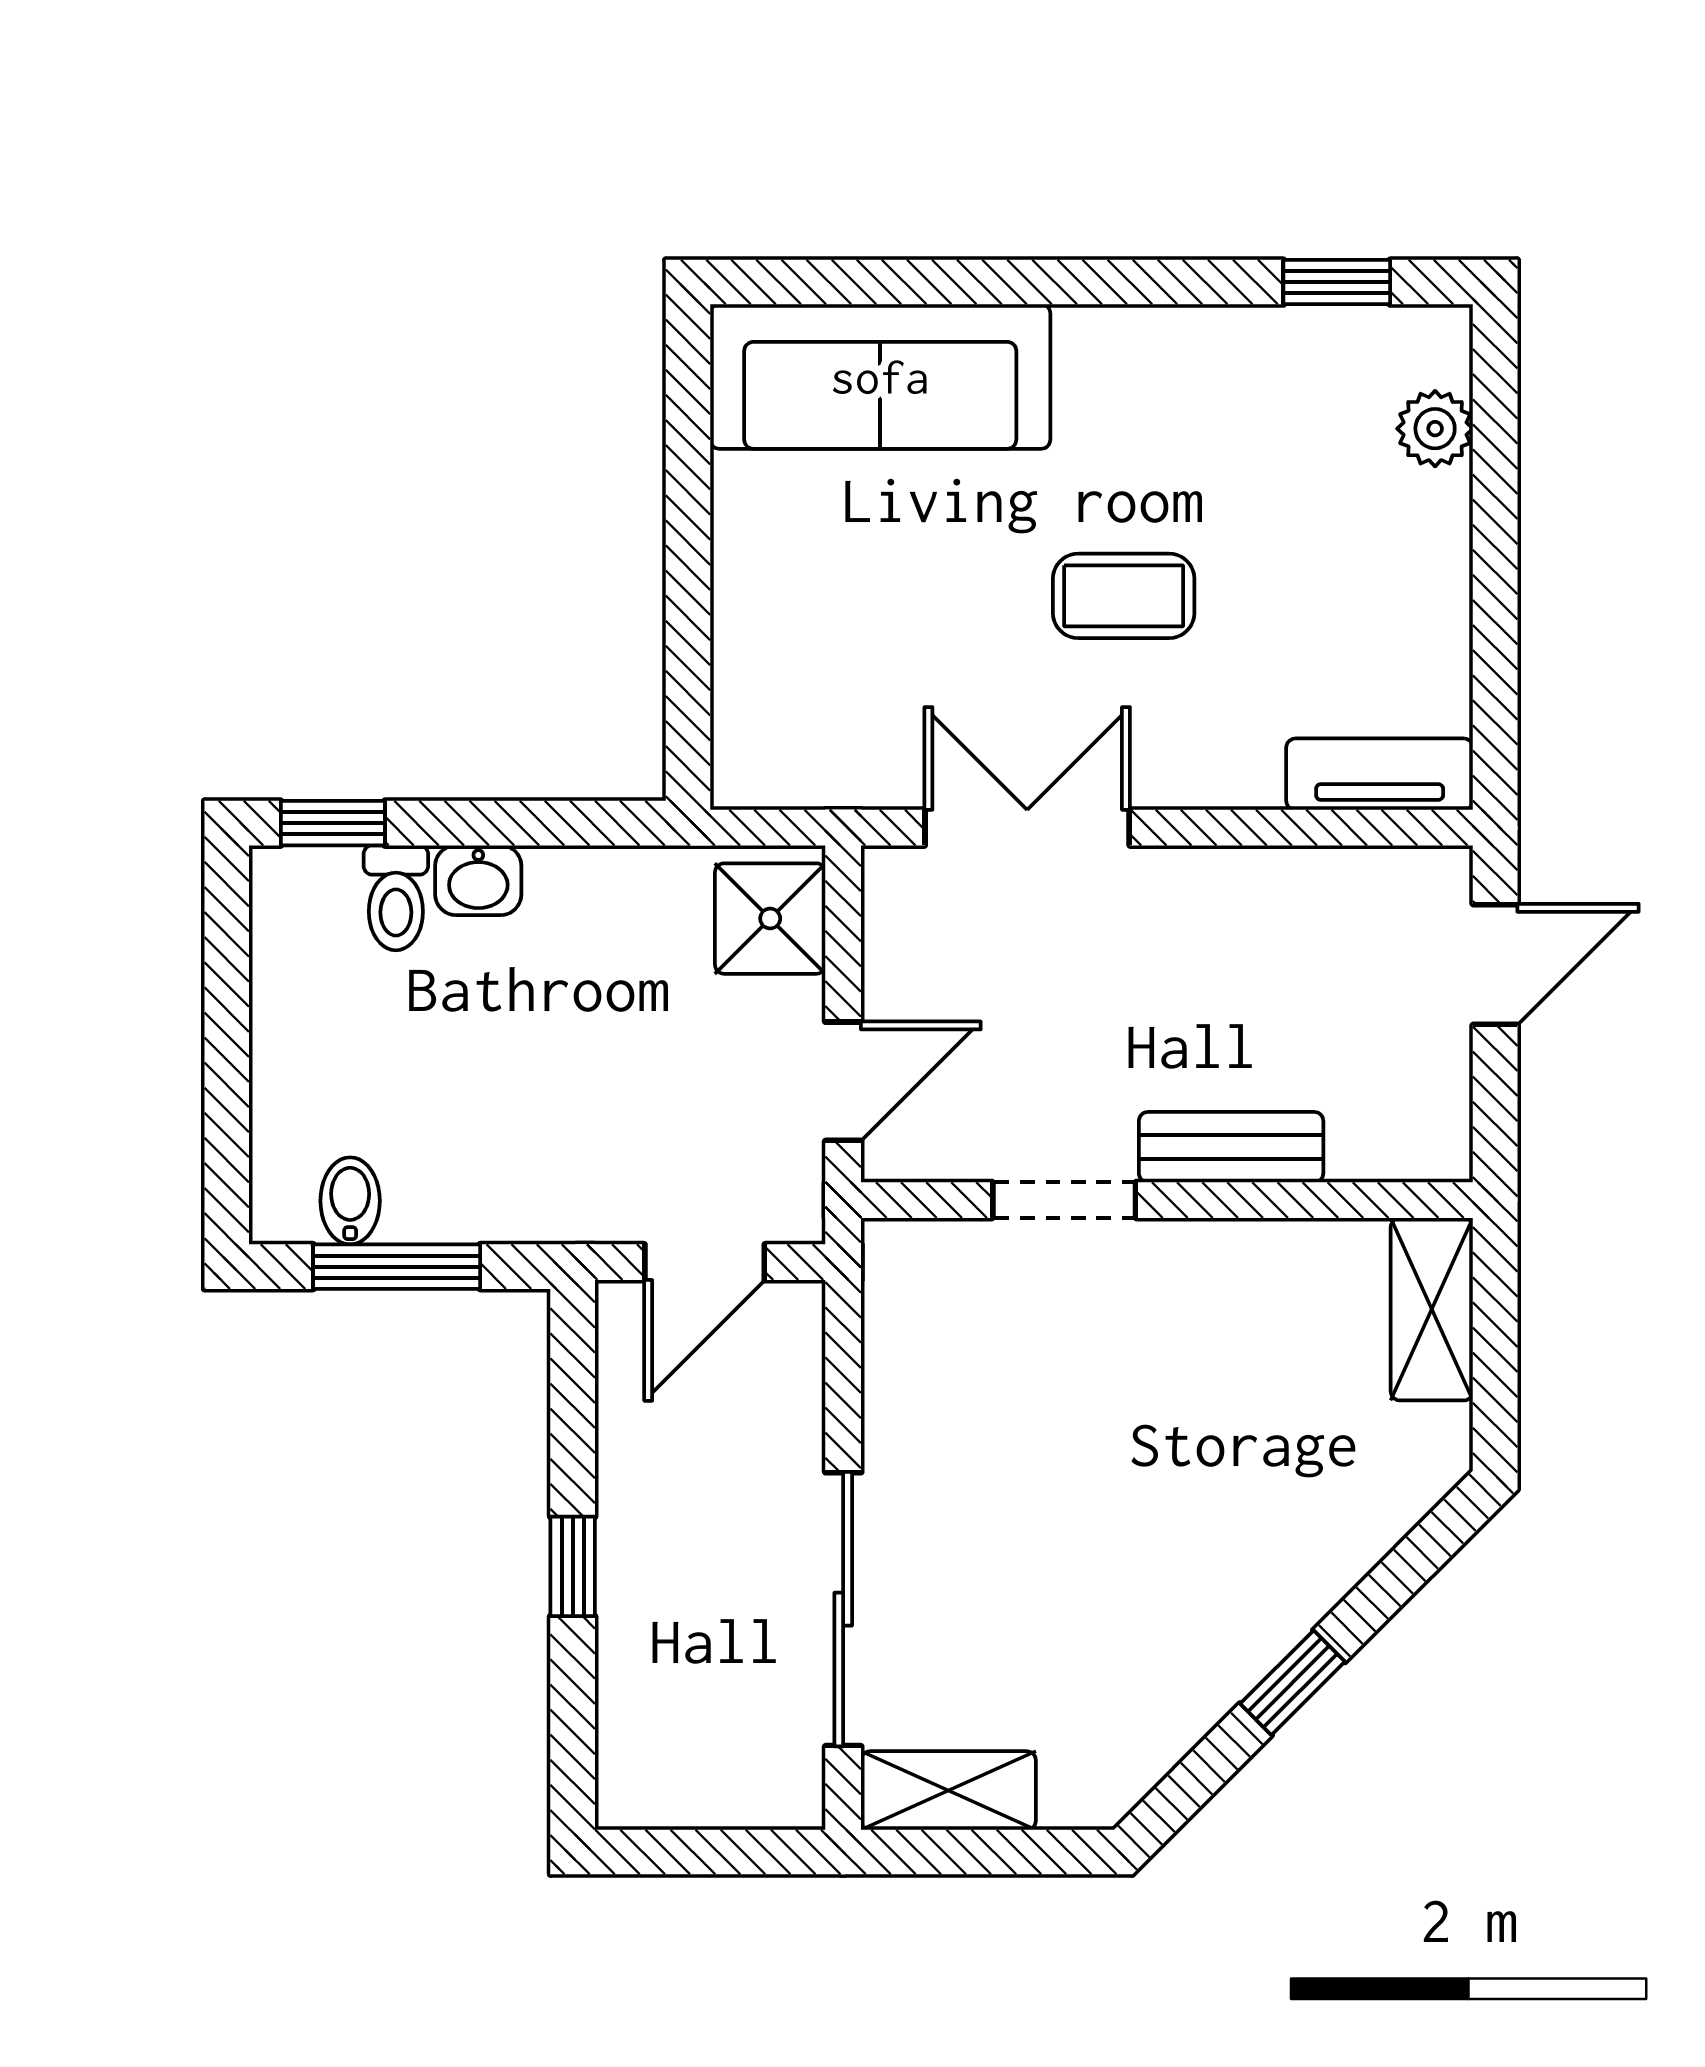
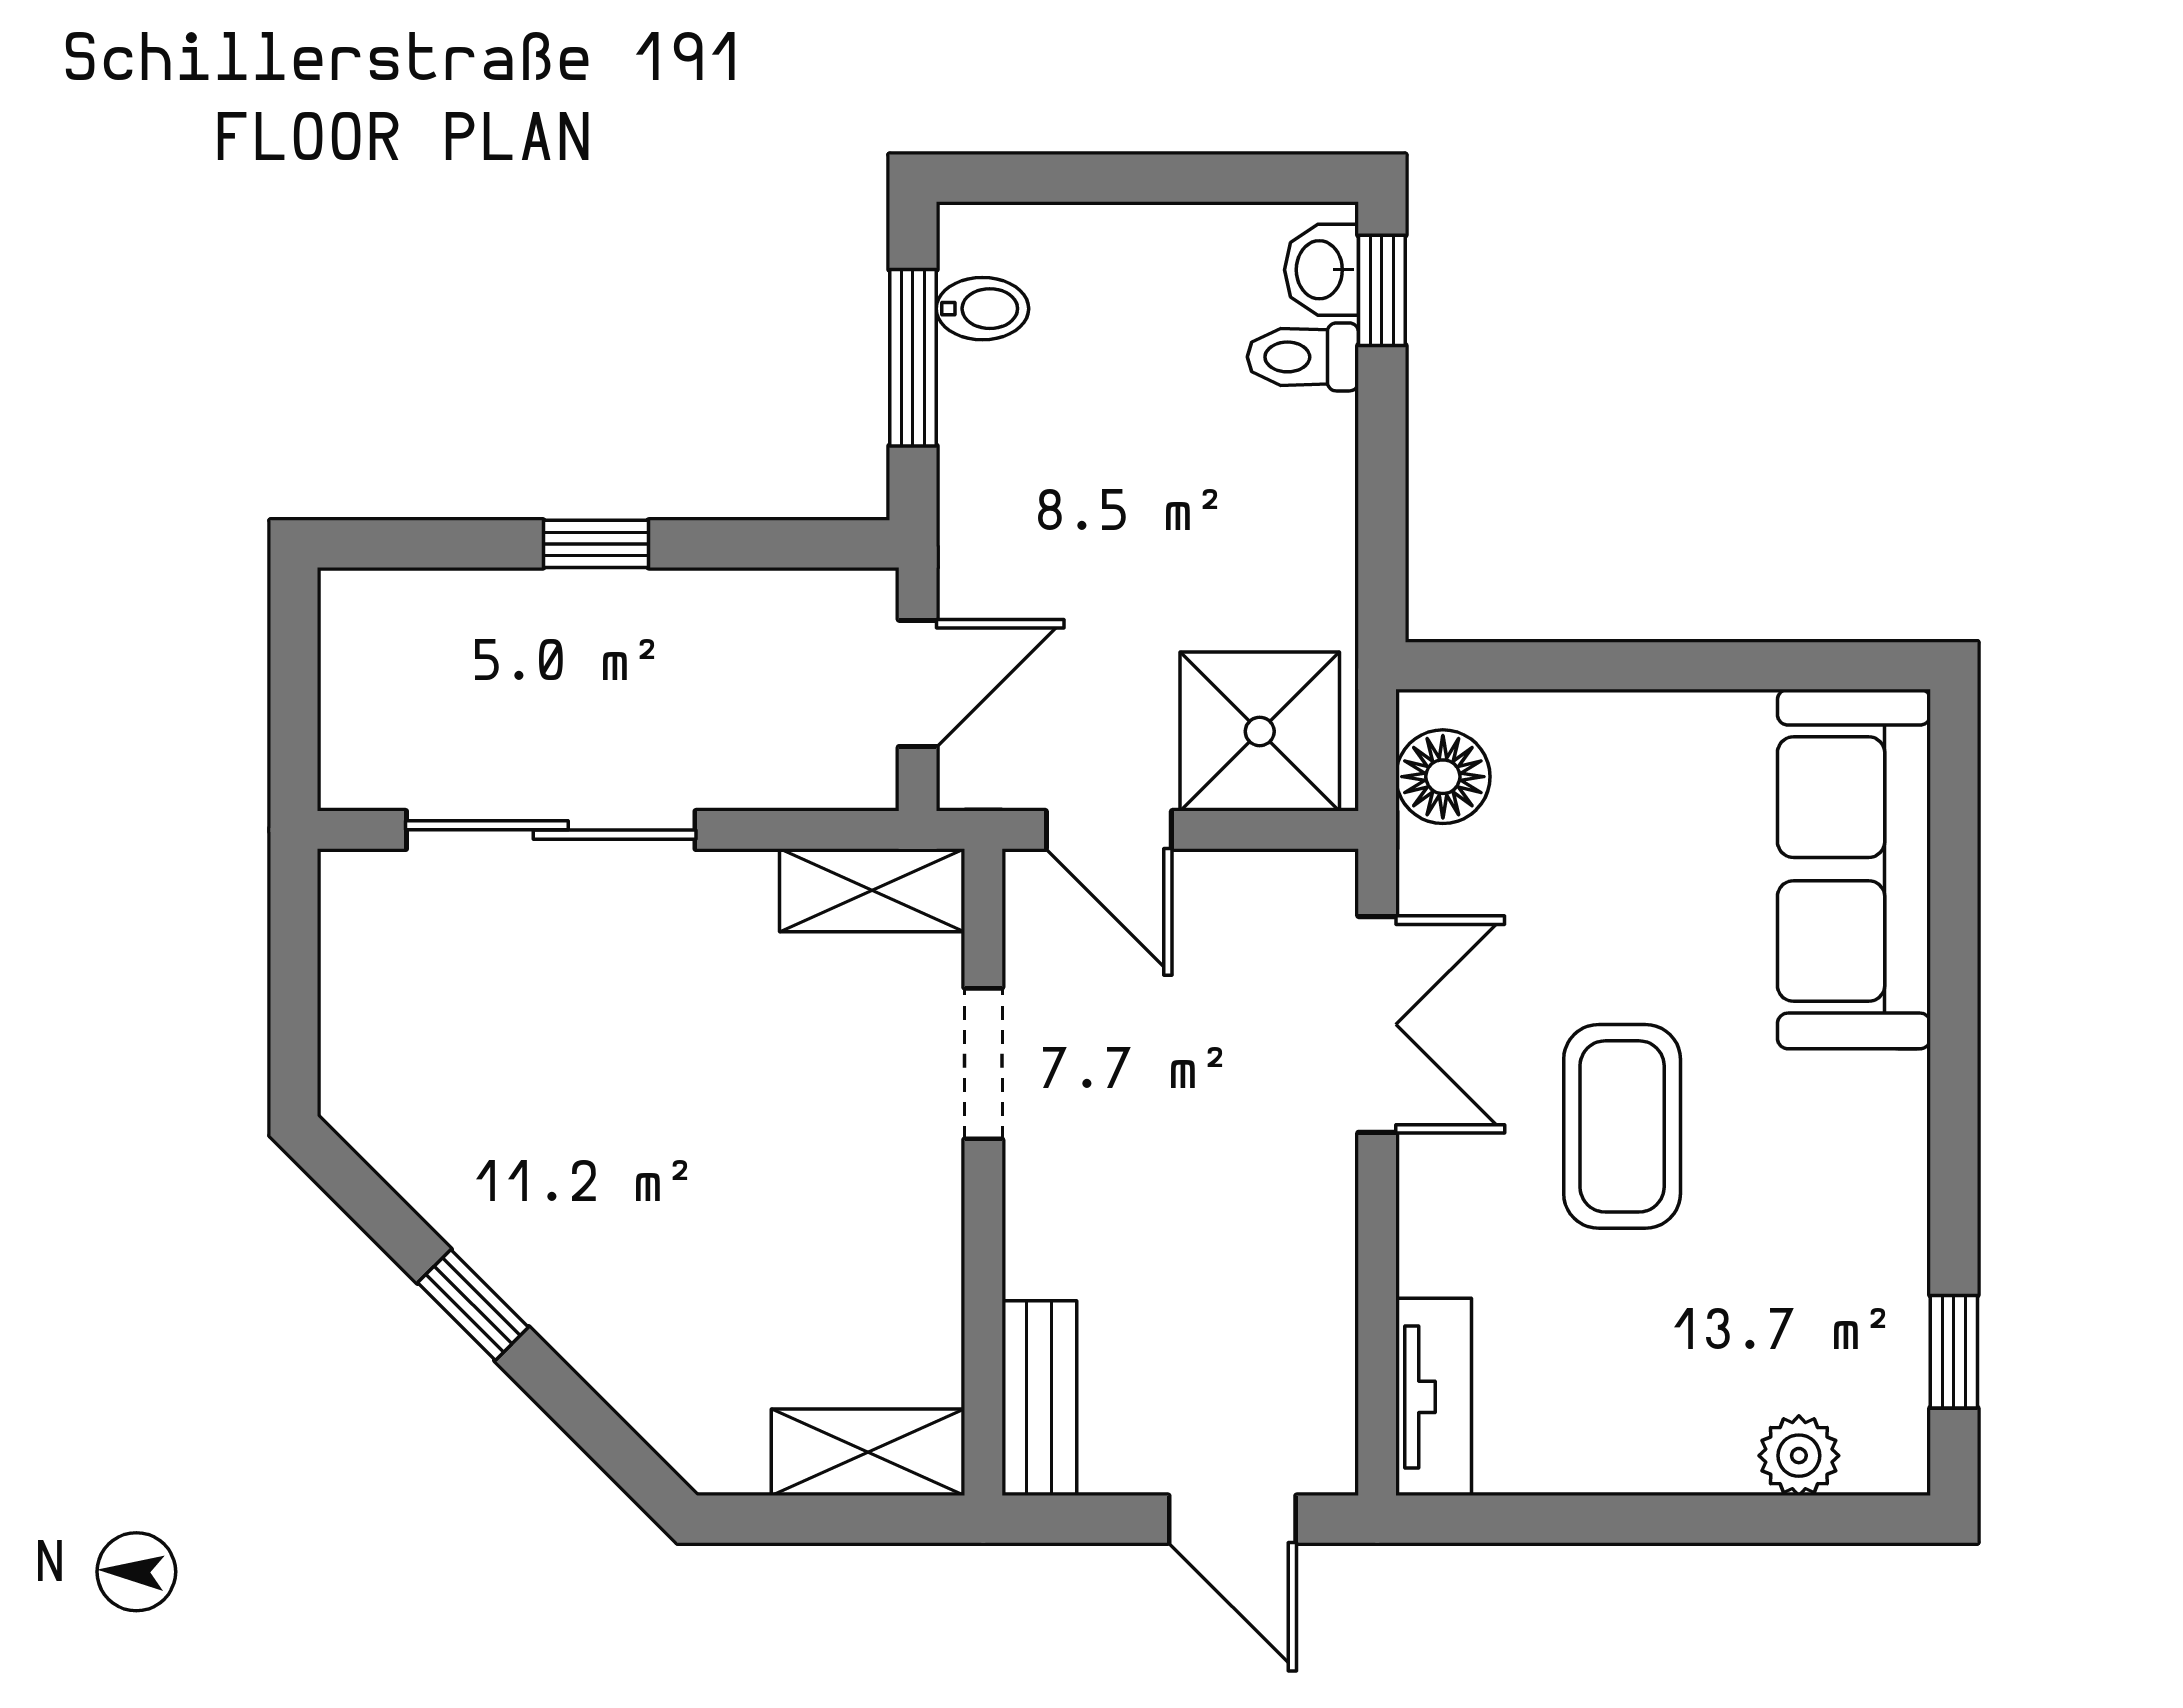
coffee table: (1124, 596) -> (1622, 1126), width x1.36, depth x1.30
floor lamp: (793, 765) -> (1443, 777), added
washbasin: (478, 880) -> (1322, 270), moved
shower: (770, 919) -> (1260, 731), width x1.36, depth x1.36
bench: (1231, 1147) -> (1039, 1398), moved
door: (705, 1262) -> (918, 683), swing flipped
shelving: (948, 1790) -> (872, 890), moved, turned 90

